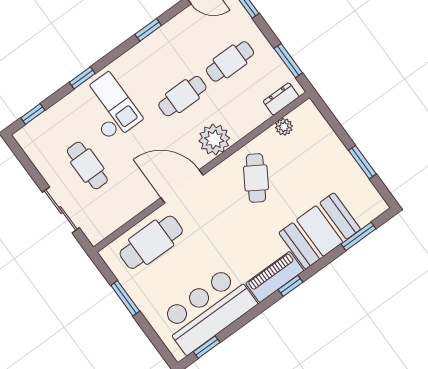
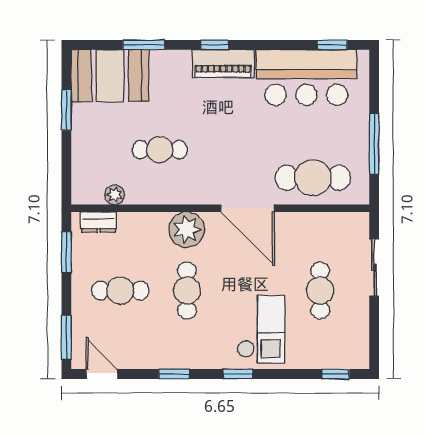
window: (82, 78) -> (238, 374), moved
cafe table: (182, 96) -> (187, 291), turned 90
checkout: (109, 107) -> (261, 329), turned 180
cafe table: (256, 178) -> (160, 150), moved, turned 58
booth: (320, 231) -> (110, 76), moved
window: (358, 236) -> (144, 45), moved
window: (125, 298) -> (374, 144), width x1.44

